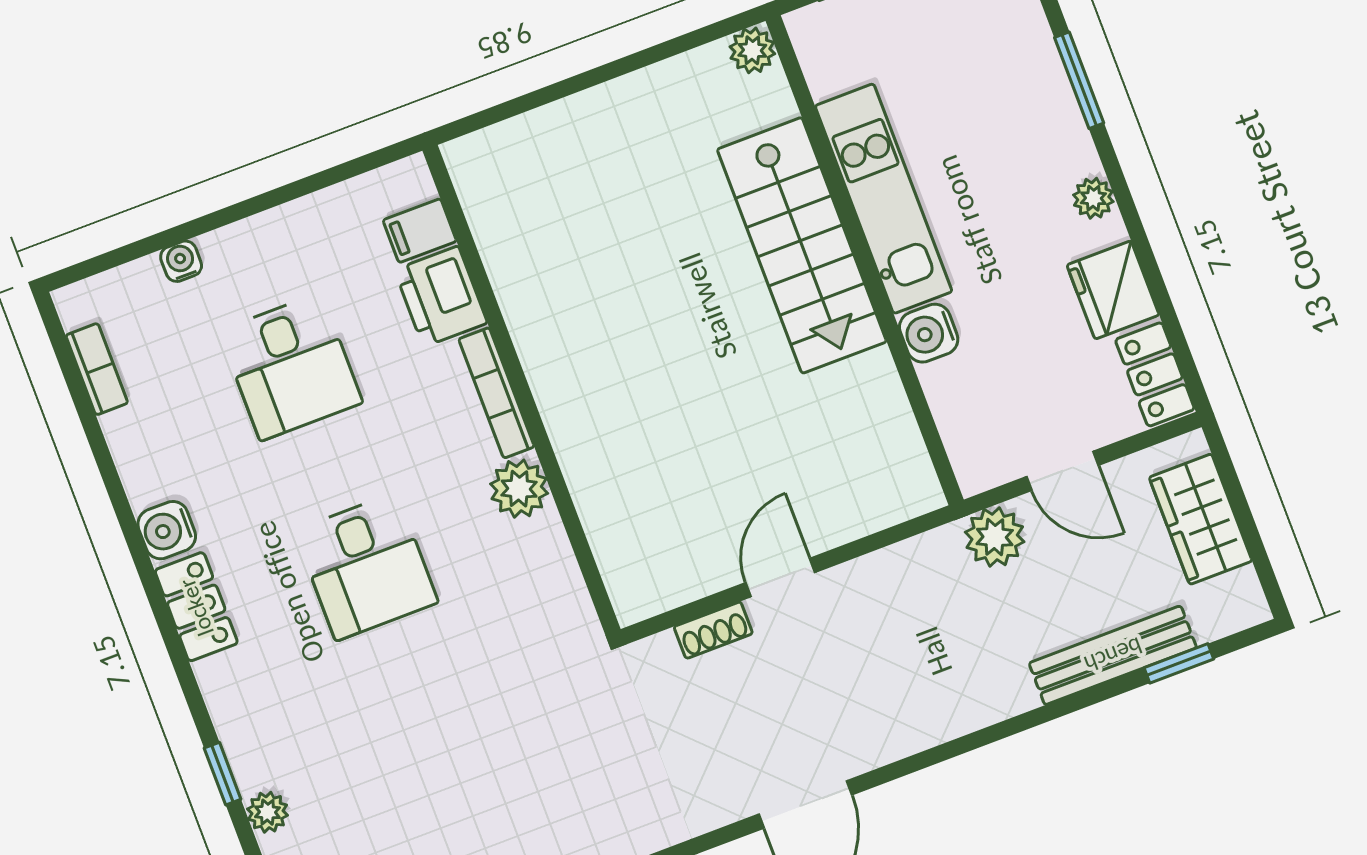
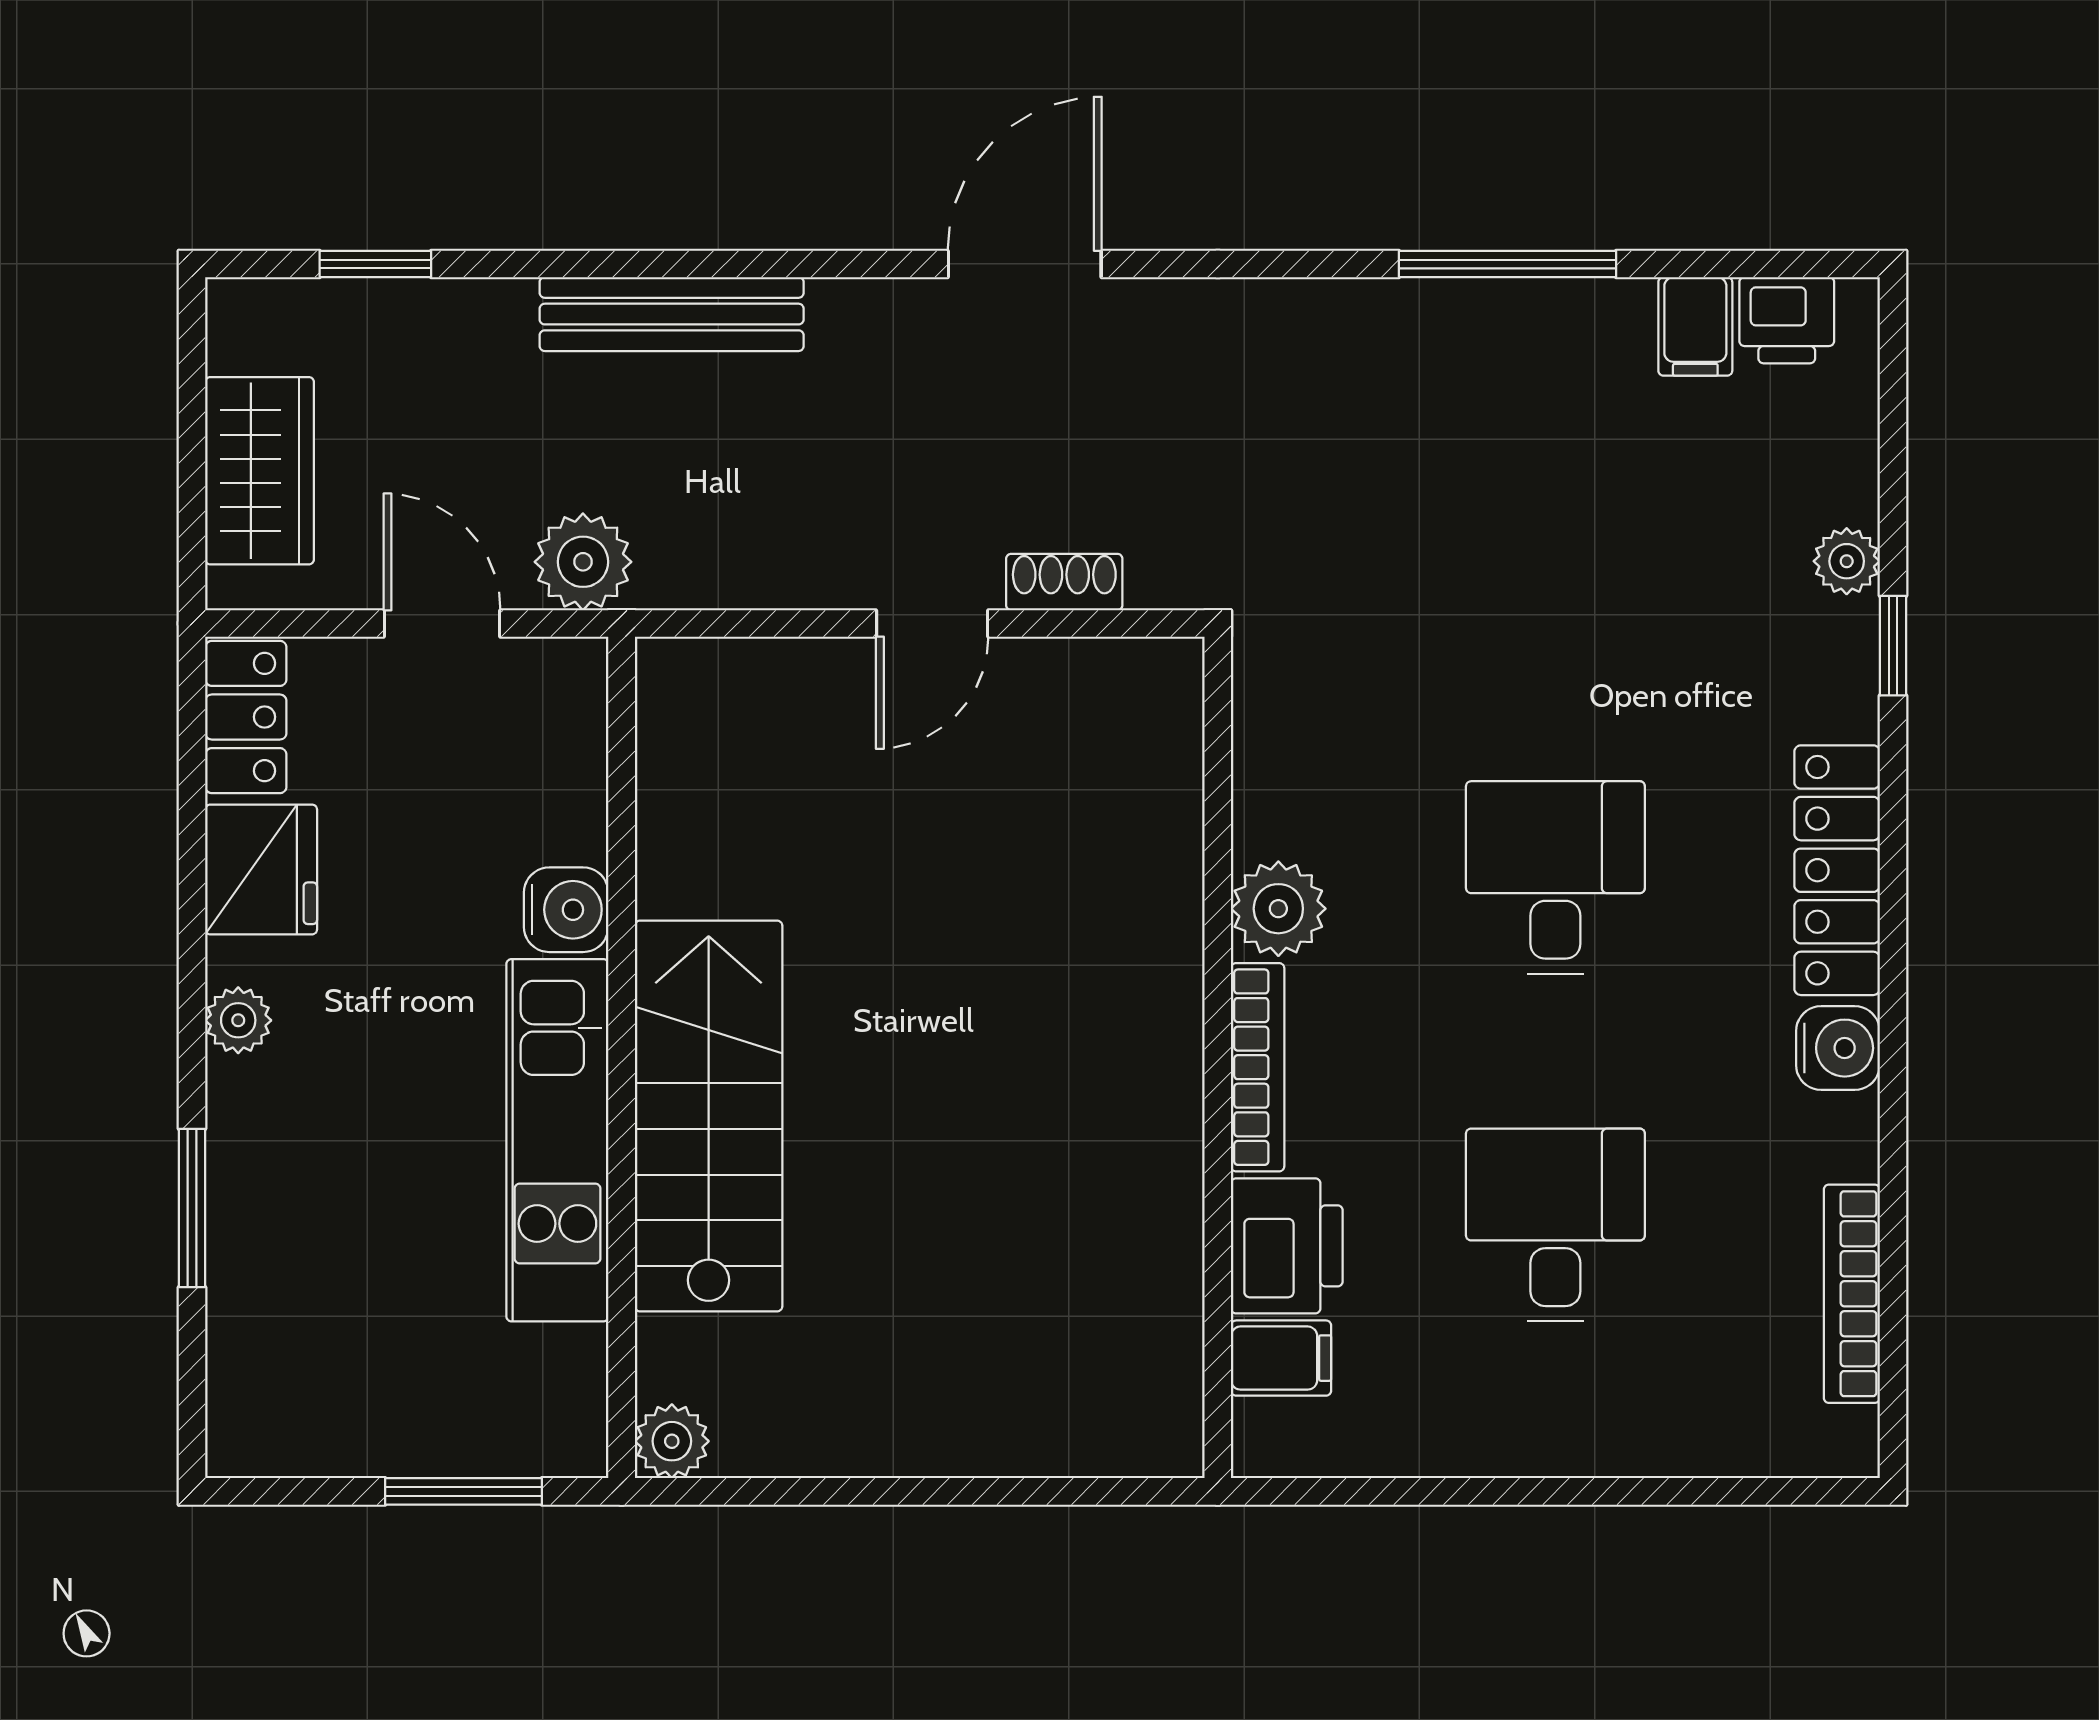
water cooler: (181, 261) -> (1662, 1449), removed
bookcase: (97, 369) -> (1852, 1294), width x1.56
locker: (196, 607) -> (1837, 870), width x1.53
bench: (1113, 655) -> (672, 314), moved

